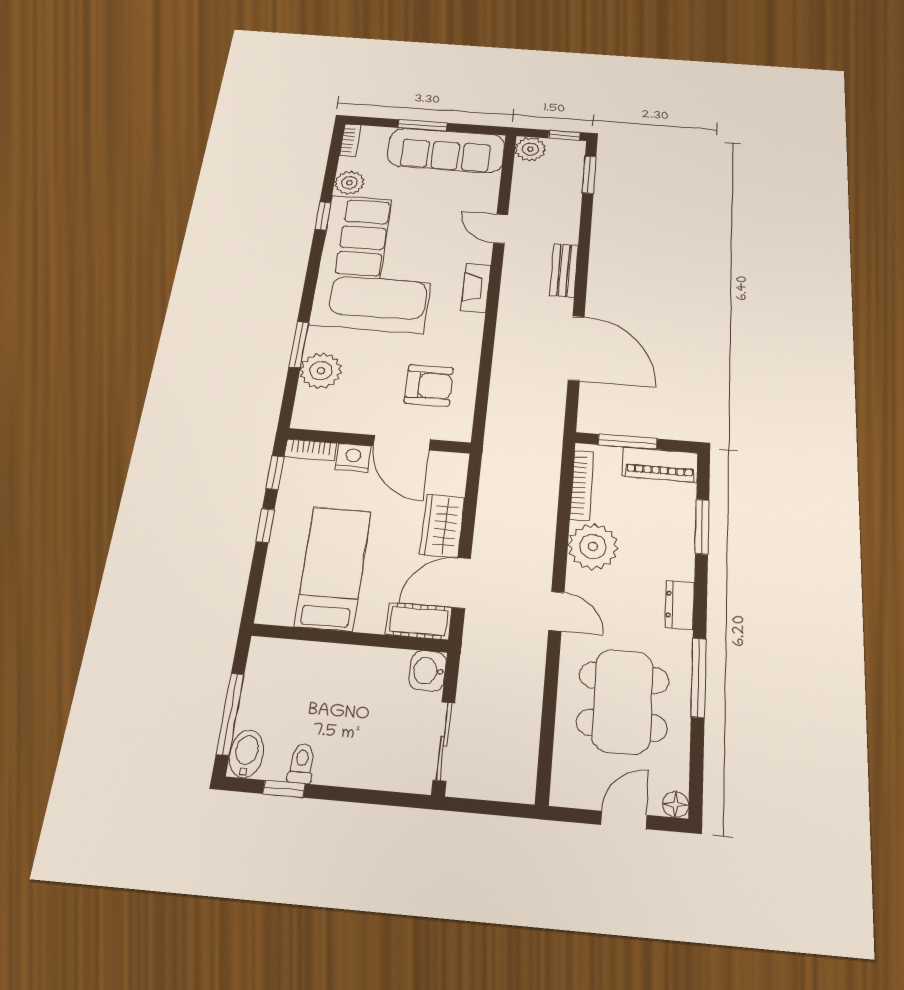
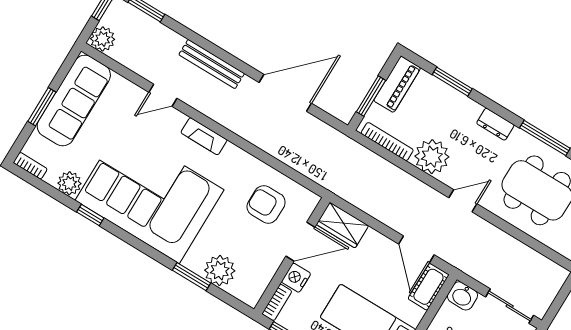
bench: (564, 270) -> (212, 64), width x1.36
armchair: (429, 385) -> (266, 204), turned -90
wardrobe: (442, 526) -> (342, 225), moved

